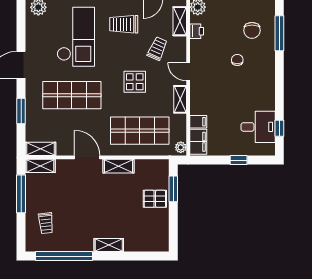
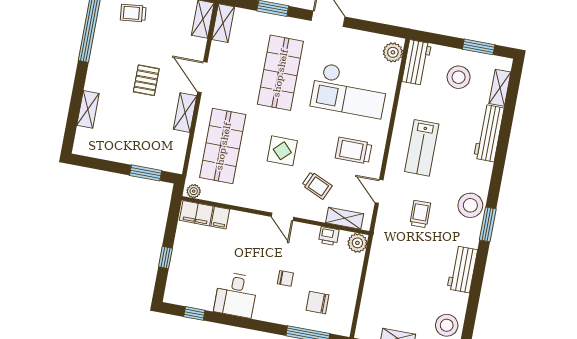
trolley: (124, 24) -> (354, 151), turned -90
door: (188, 72) -> (282, 217), swing flipped
shelving: (180, 99) -> (251, 201), removed
desk: (258, 127) -> (236, 295), moved
door: (87, 157) -> (202, 77), swing flipped
pallet: (155, 199) -> (146, 80), moved
shelving: (109, 245) -> (88, 109), moved

